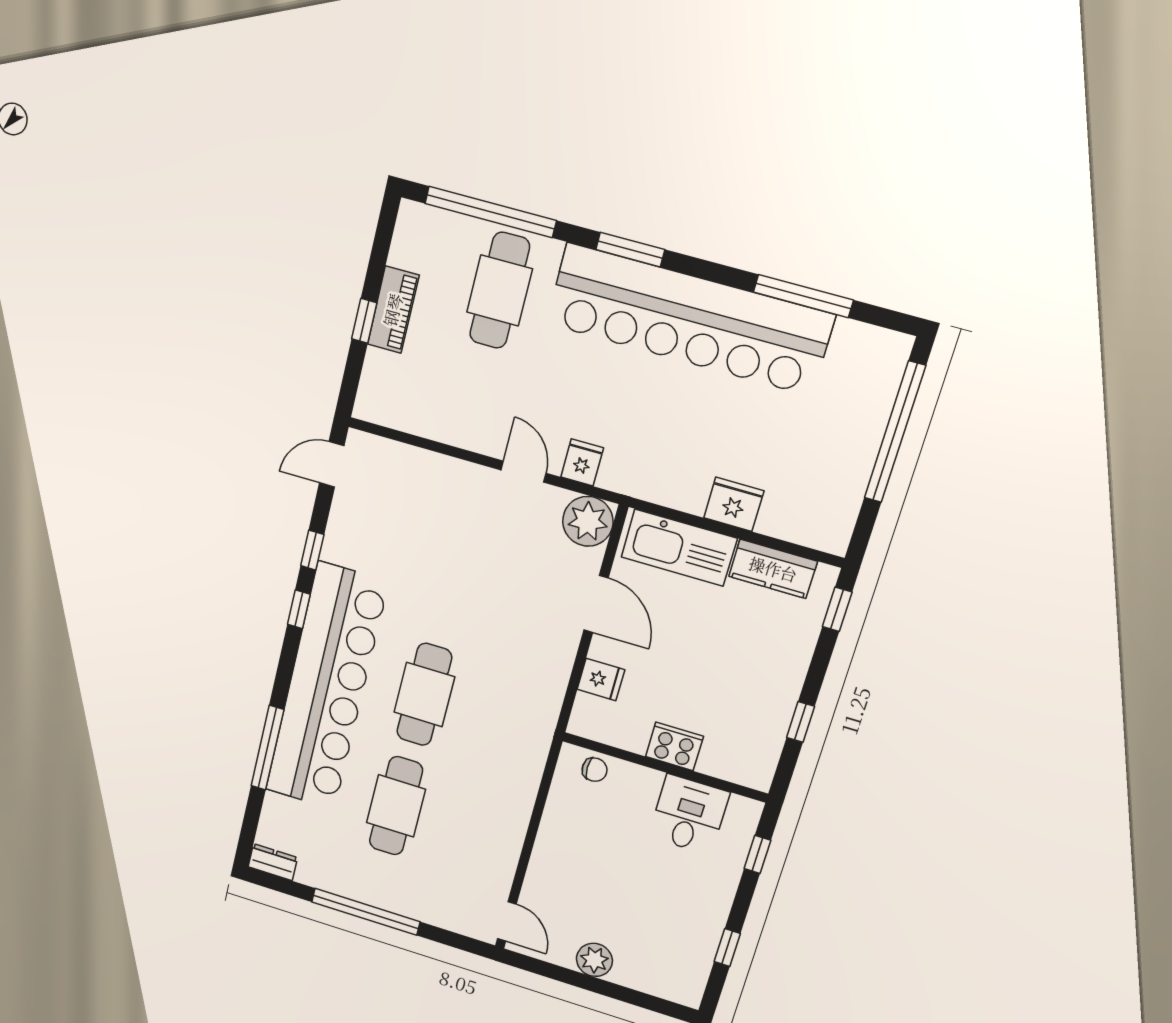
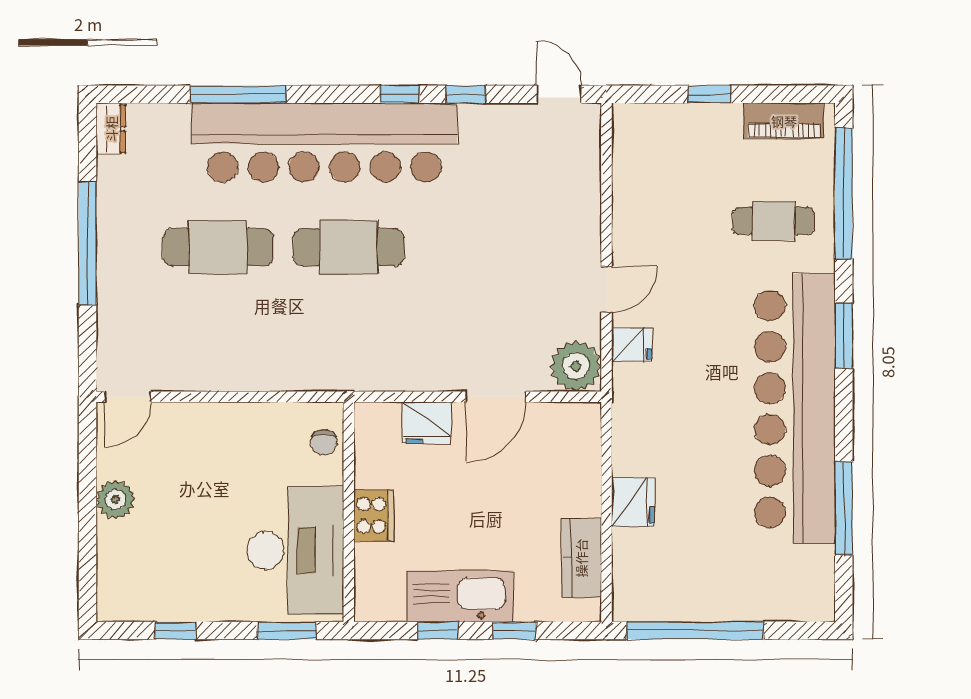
cafe table: (500, 290) -> (774, 221), width x0.73, depth x0.74
piano: (393, 310) -> (784, 121), moved
window: (895, 432) -> (695, 631), moved
kitchen sink: (679, 548) -> (460, 596), moved, turned 90
window: (837, 609) -> (514, 631), moved
fridge: (601, 680) -> (427, 423), width x1.38
desk: (689, 815) -> (296, 550), width x1.87, depth x1.30
window: (757, 854) -> (286, 631), width x1.50

